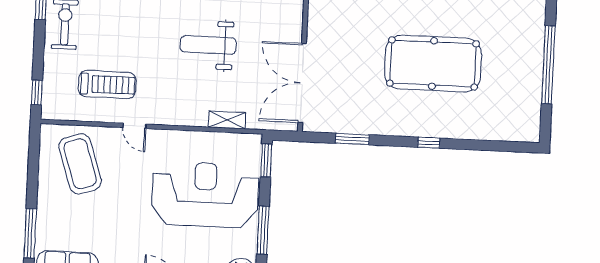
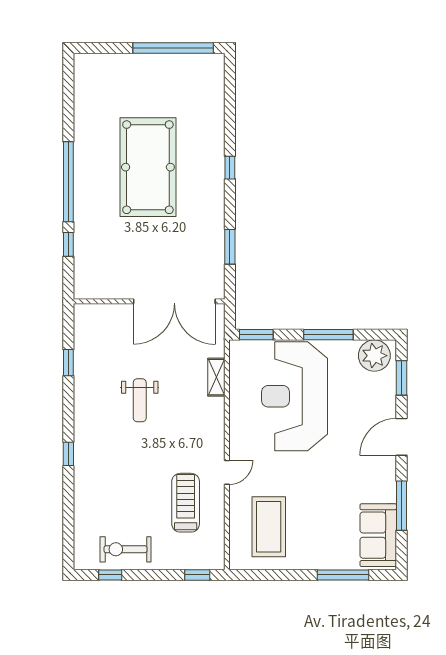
weight bench: (208, 45) -> (140, 400), width x0.73, depth x0.75
window: (548, 65) -> (173, 48), moved
coffee table: (80, 164) -> (269, 527), turned -72

